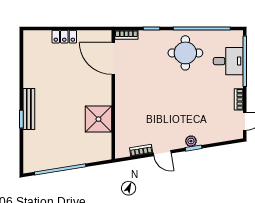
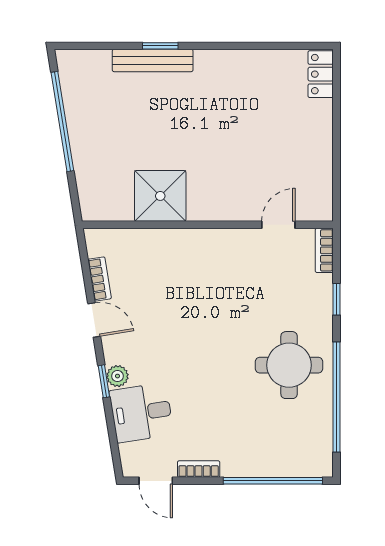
locker: (64, 37) -> (321, 74), moved
door: (113, 58) -> (278, 225), width x0.53
desk: (228, 61) -> (141, 413), moved, turned 81
bench: (29, 109) -> (153, 60), moved
door: (162, 153) -> (94, 320), swing flipped

